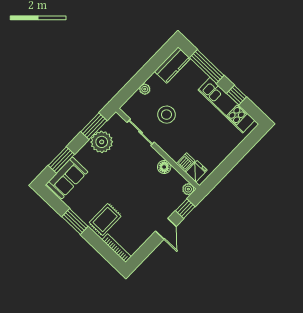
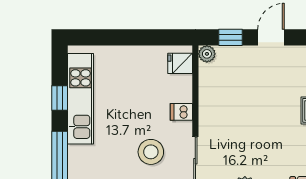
dishwasher: (186, 162) -> (181, 112), moved
floor lamp: (164, 167) -> (208, 102), removed

